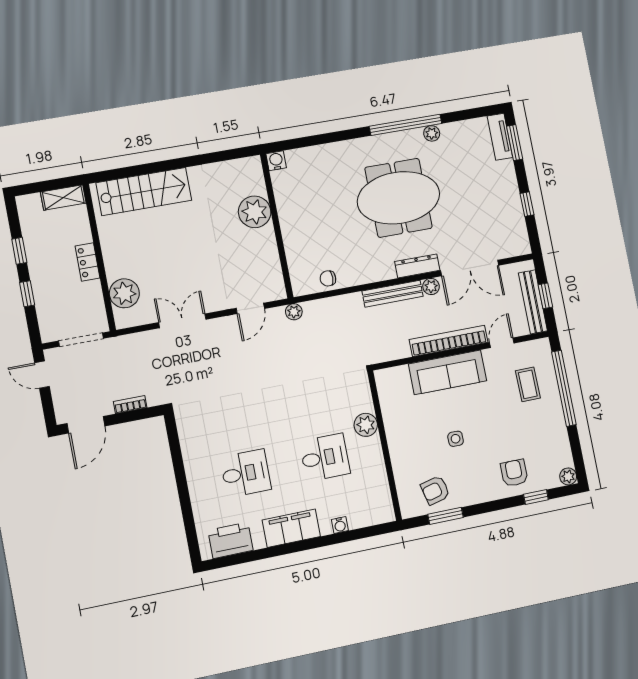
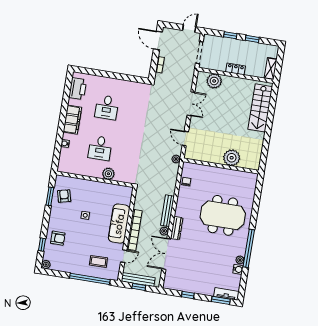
water cooler: (276, 161) -> (238, 269), moved
meeting table: (398, 198) -> (223, 215), moved, turned 90
door: (502, 343) -> (124, 256), hinge flipped

